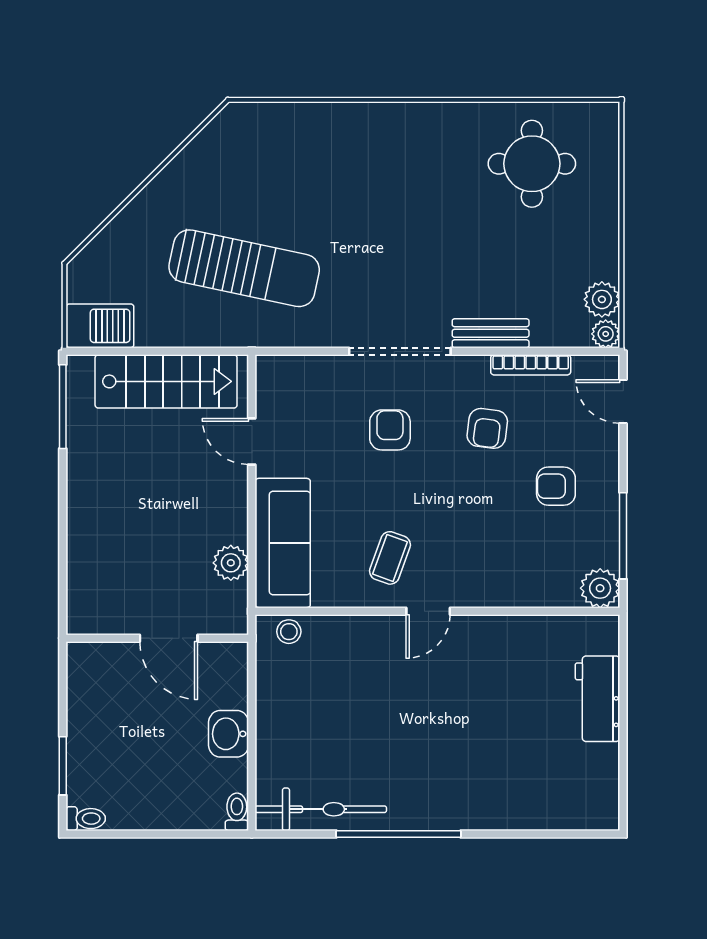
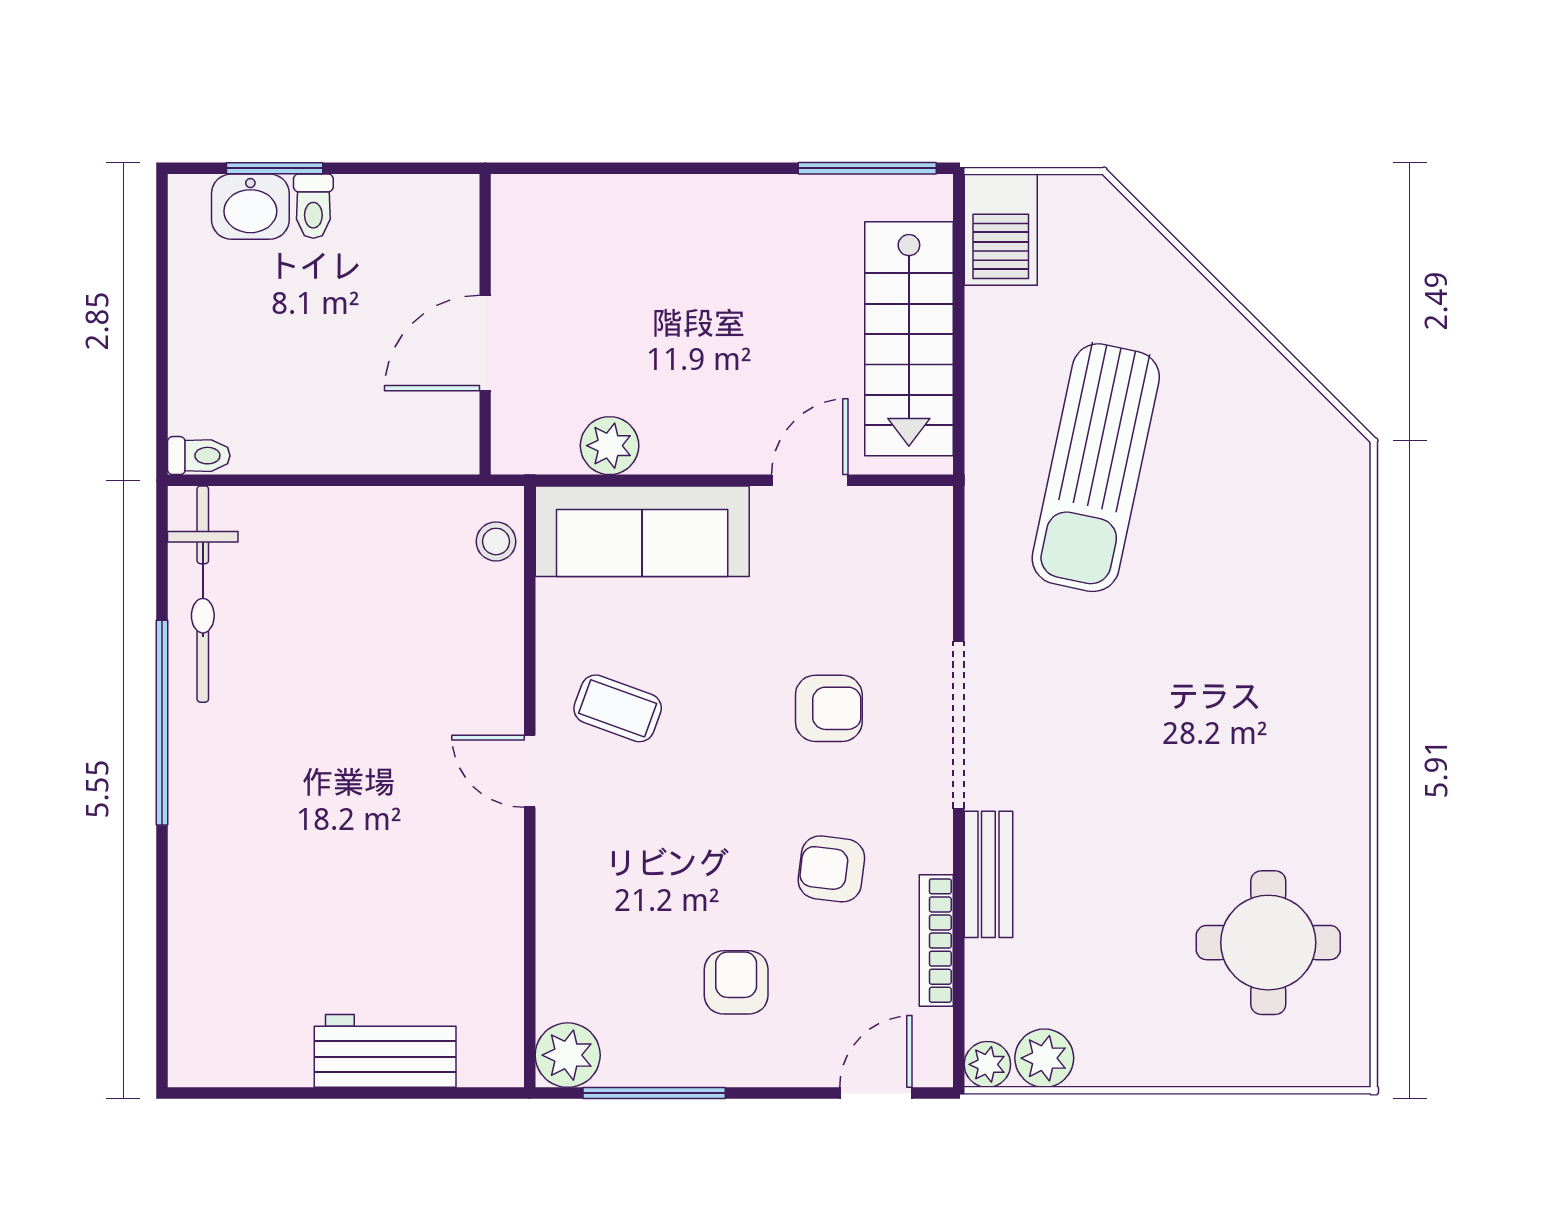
washbasin: (229, 734) -> (250, 207), moved, turned 180
toilet: (86, 819) -> (313, 206), moved

